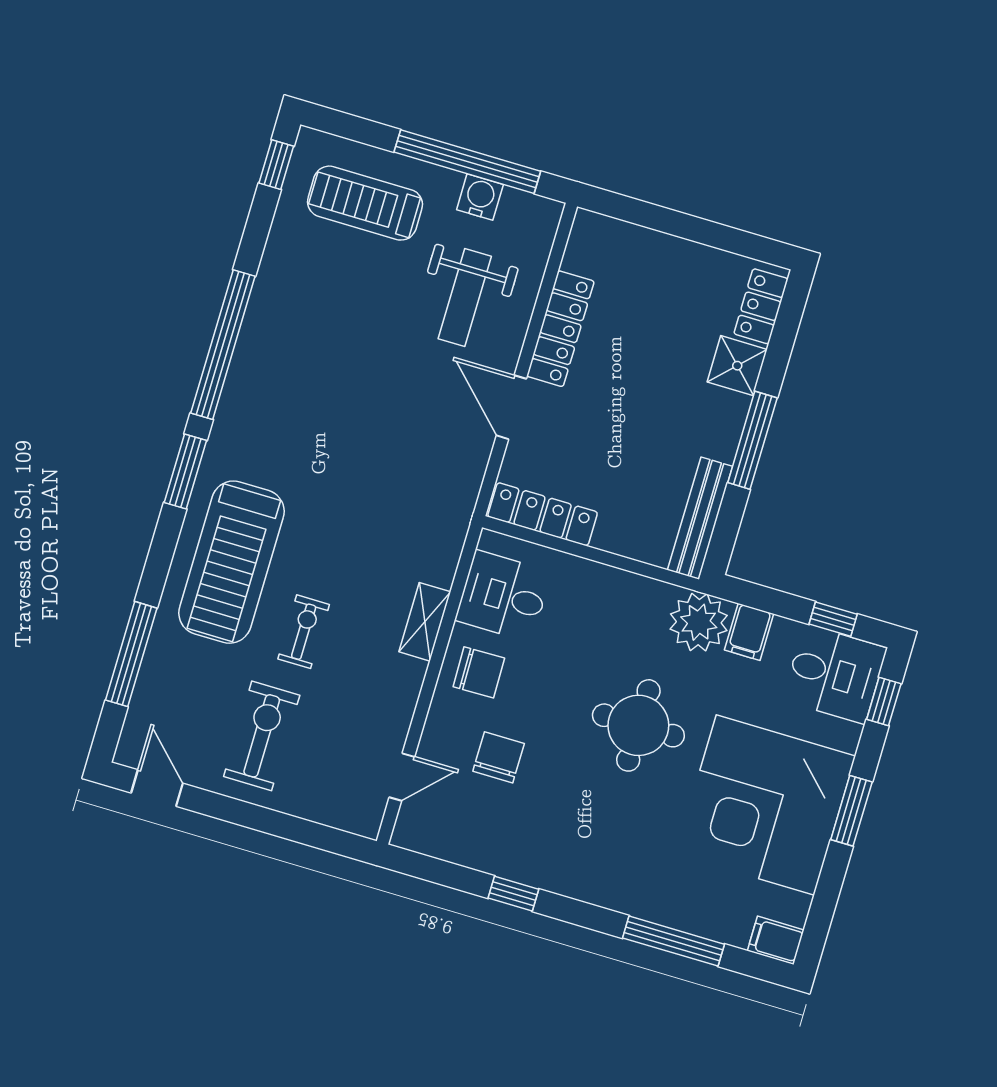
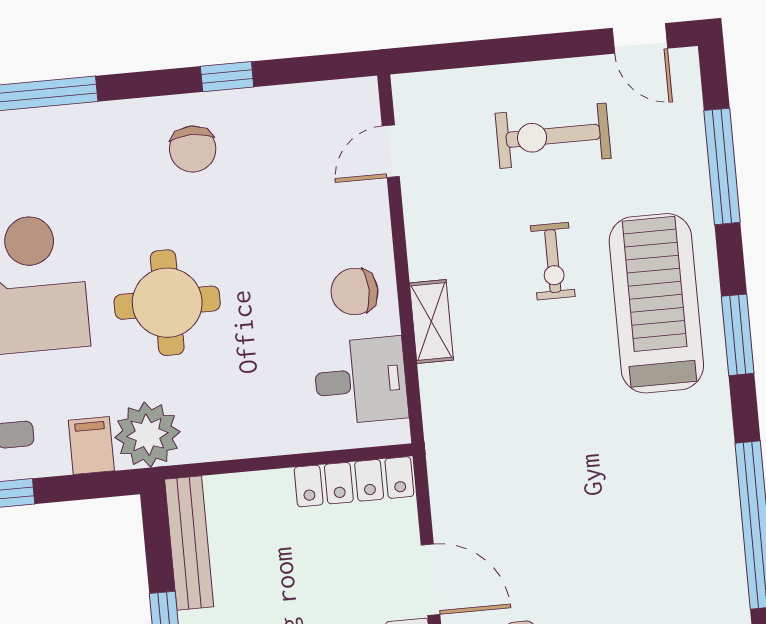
window: (185, 471) -> (738, 335), moved
exercise bike: (262, 736) -> (553, 136), turned 90
chair: (499, 757) -> (193, 149), moved

